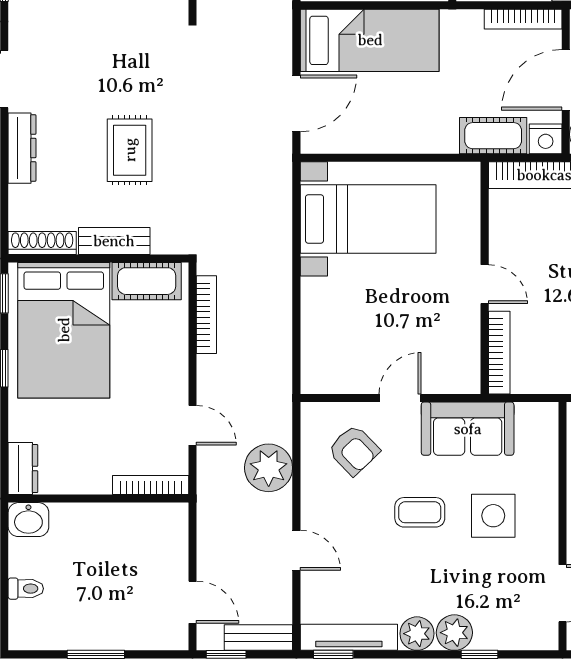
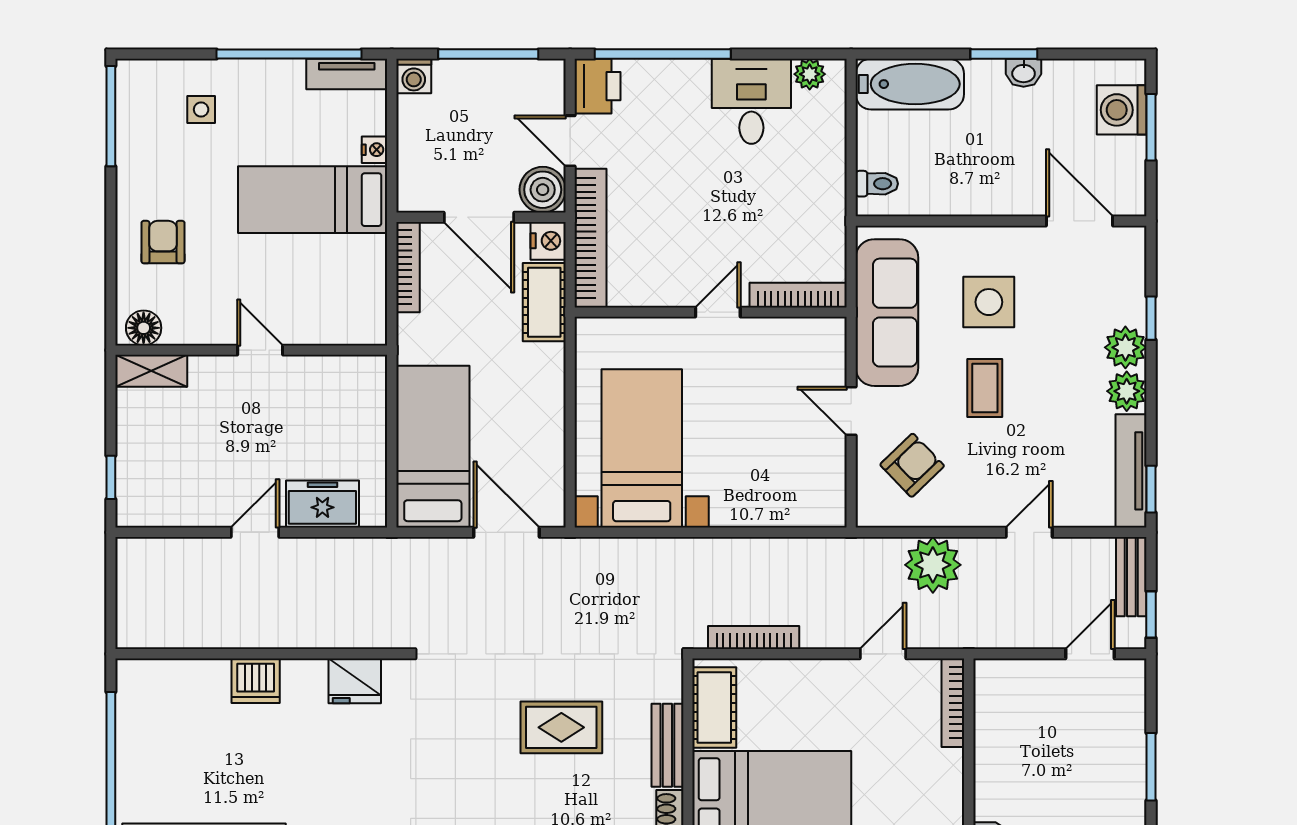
sofa: (468, 429) -> (887, 313), width x1.36

